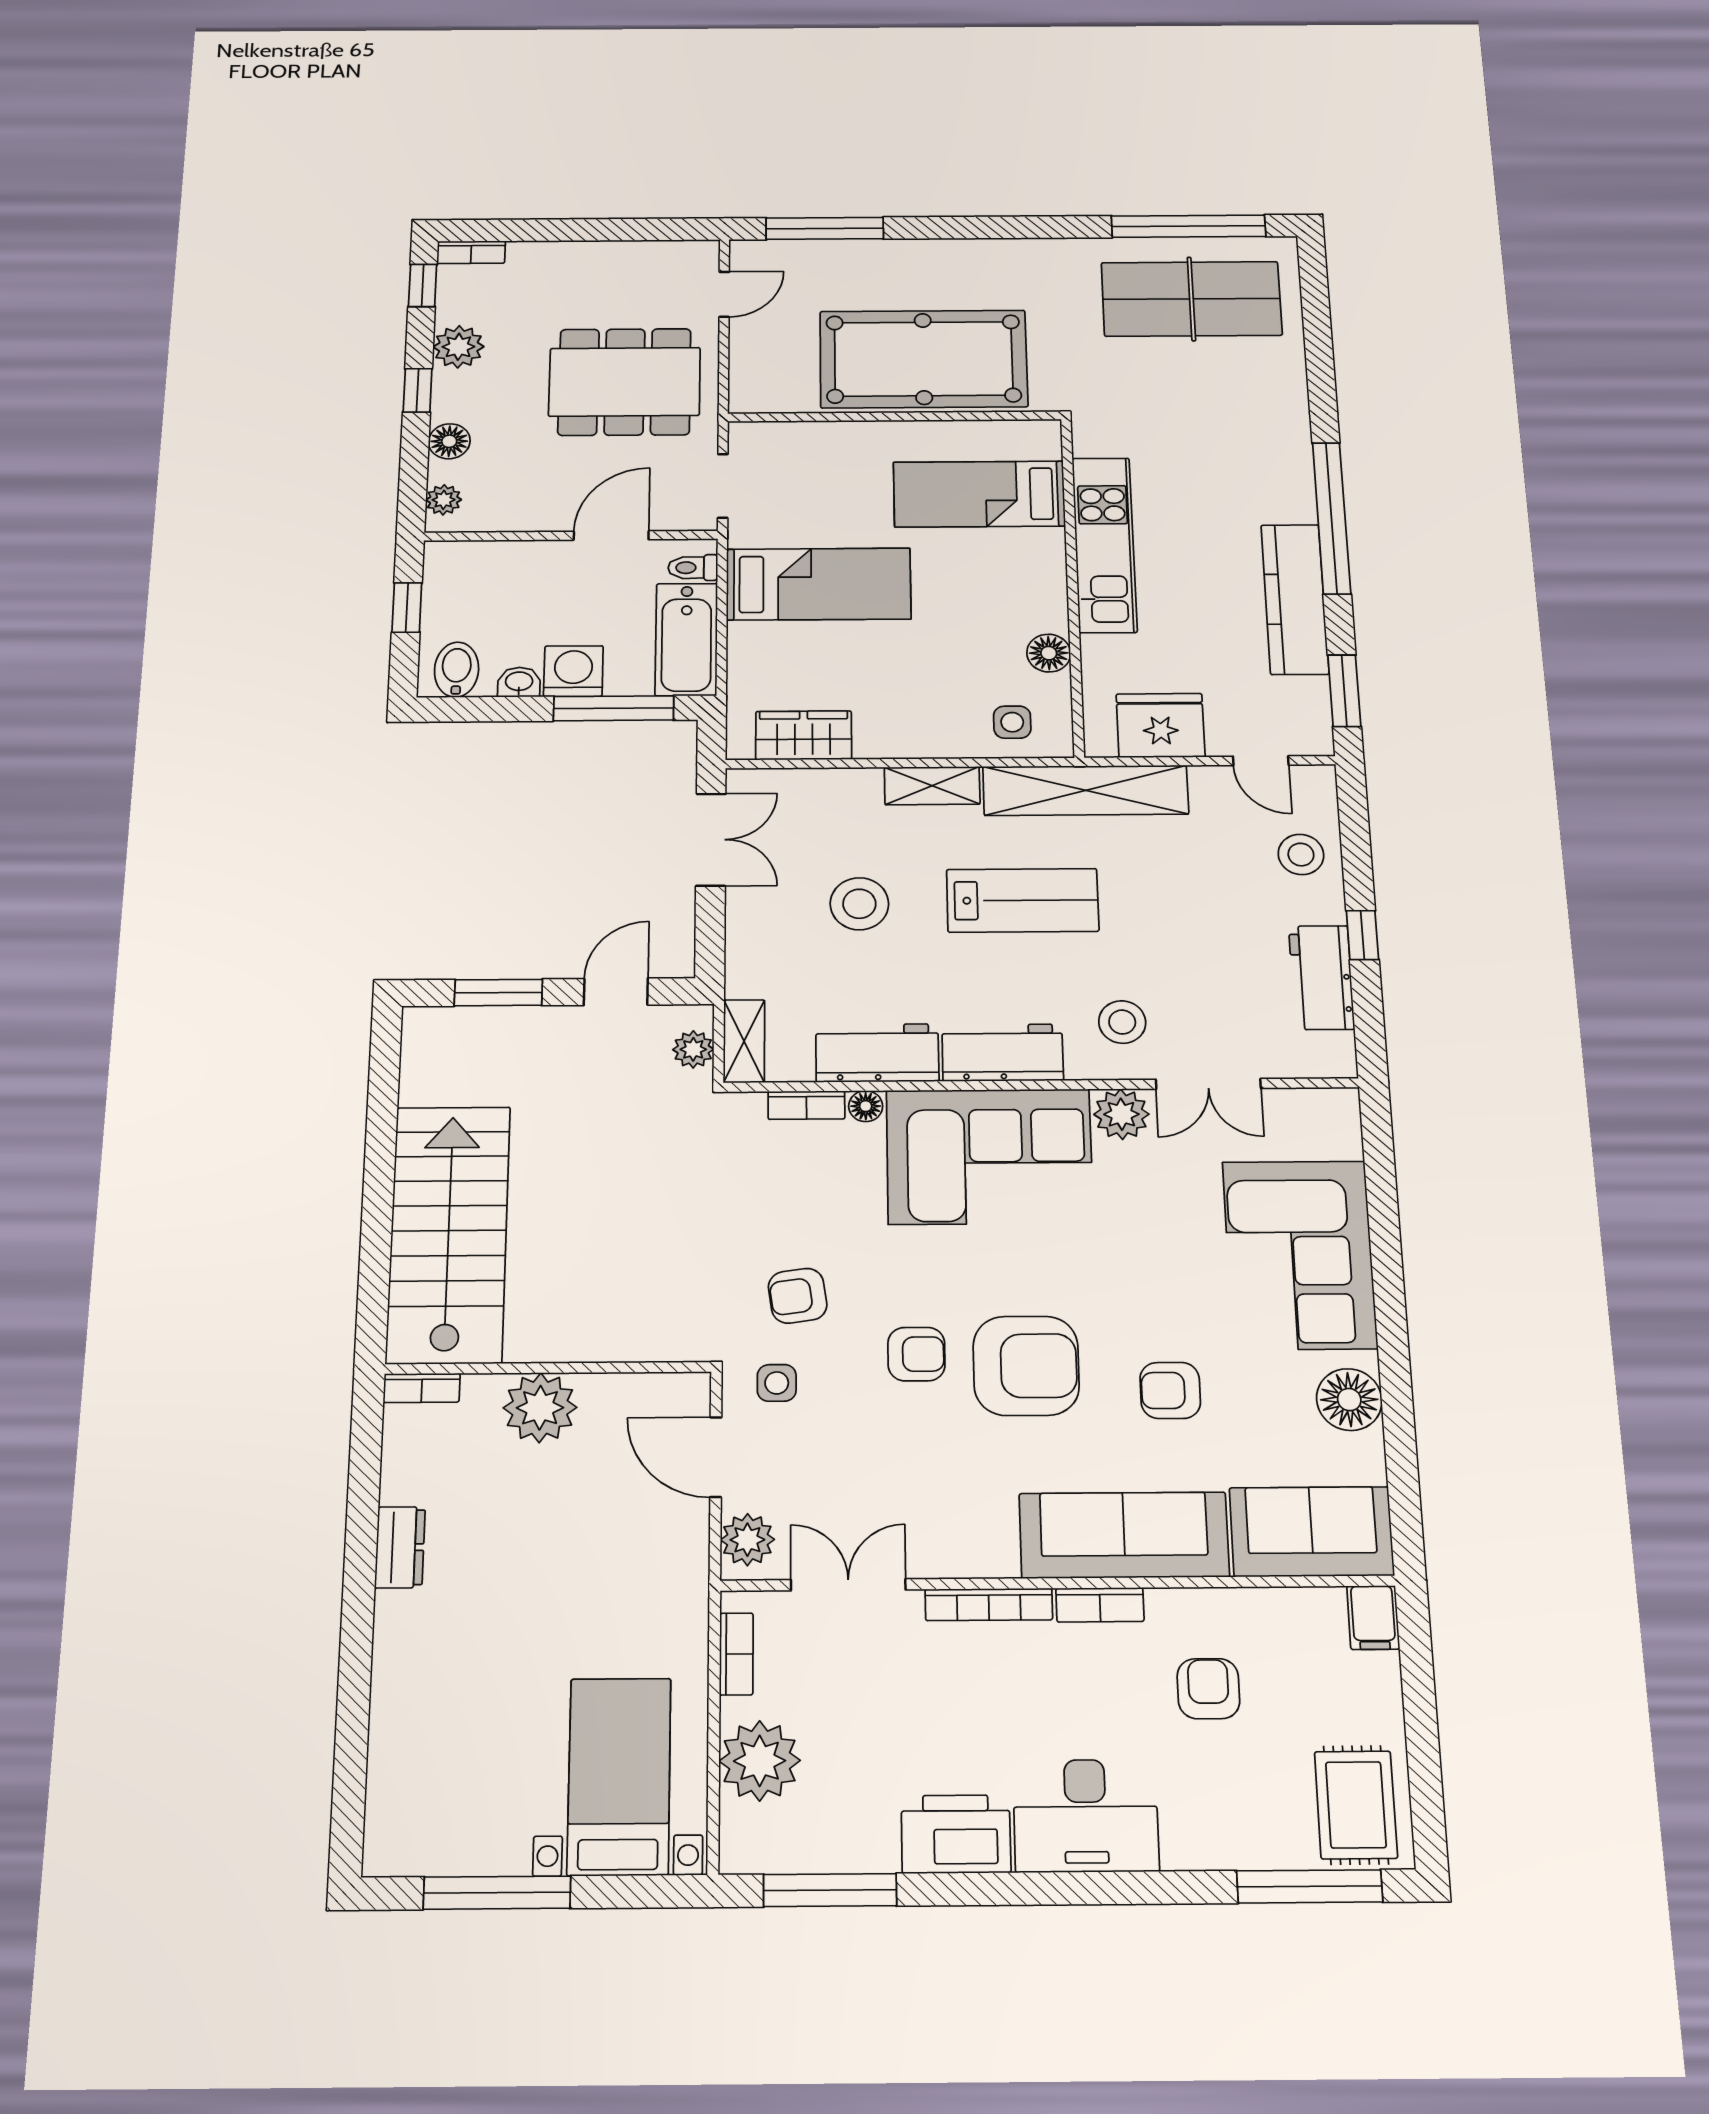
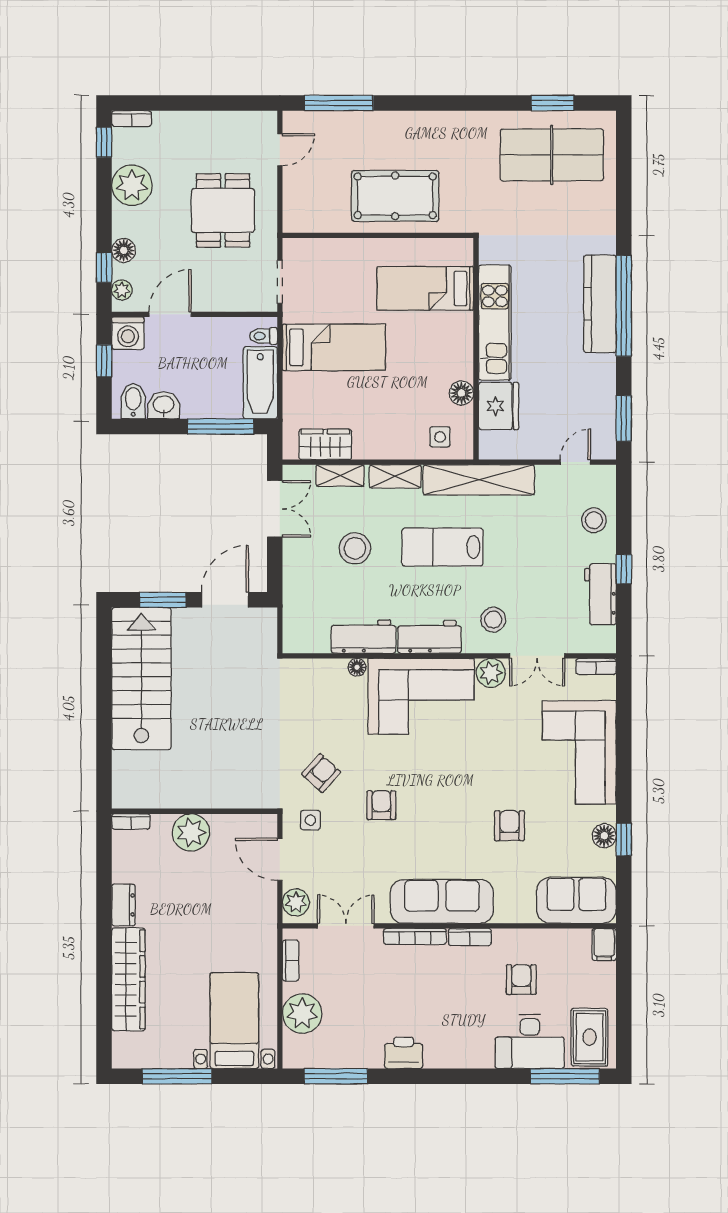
window: (1188, 226) -> (553, 103), width x0.47
plant: (458, 347) -> (132, 185), width x1.36, depth x1.36
pool table: (923, 359) -> (395, 196), width x0.73, depth x0.76
dining table: (625, 382) -> (223, 210), width x0.73
window: (417, 390) -> (104, 267), moved
door: (611, 535) -> (170, 314), moved
kitchen counter: (1295, 599) -> (600, 304), moved
washing machine: (573, 671) -> (128, 333), moved, turned 180
washbasin: (519, 682) -> (164, 405), width x1.38, depth x1.45
fridge: (1161, 725) -> (499, 406), moved, turned 90
door: (1261, 761) -> (575, 462), swing flipped
lab bench: (1023, 900) -> (443, 547), turned 180
door: (616, 992) -> (225, 600), width x1.38
shelving: (744, 1041) -> (340, 476), moved, turned 90
plant: (693, 1049) -> (266, 634), removed
bookcase: (806, 1105) -> (596, 666), moved
stairs: (449, 1234) -> (141, 679), moved
armchair: (798, 1296) -> (321, 773), turned 140
armchair: (916, 1354) -> (381, 805), turned -90
armchair: (1026, 1366) -> (437, 812), removed
armchair: (1170, 1390) -> (509, 826), turned 90
floor lamp: (1349, 1400) -> (604, 836), width x0.73, depth x0.73
window: (1398, 1415) -> (624, 839), added
sofa: (1124, 1535) -> (442, 901), moved
wardrobe: (404, 1694) -> (128, 979), added
desk: (1086, 1816) -> (530, 1041), moved
printer: (956, 1834) -> (404, 1053), width x0.73, depth x0.84

